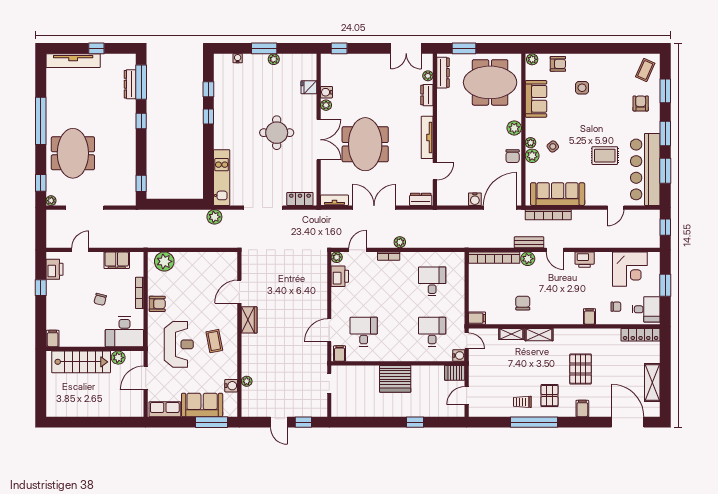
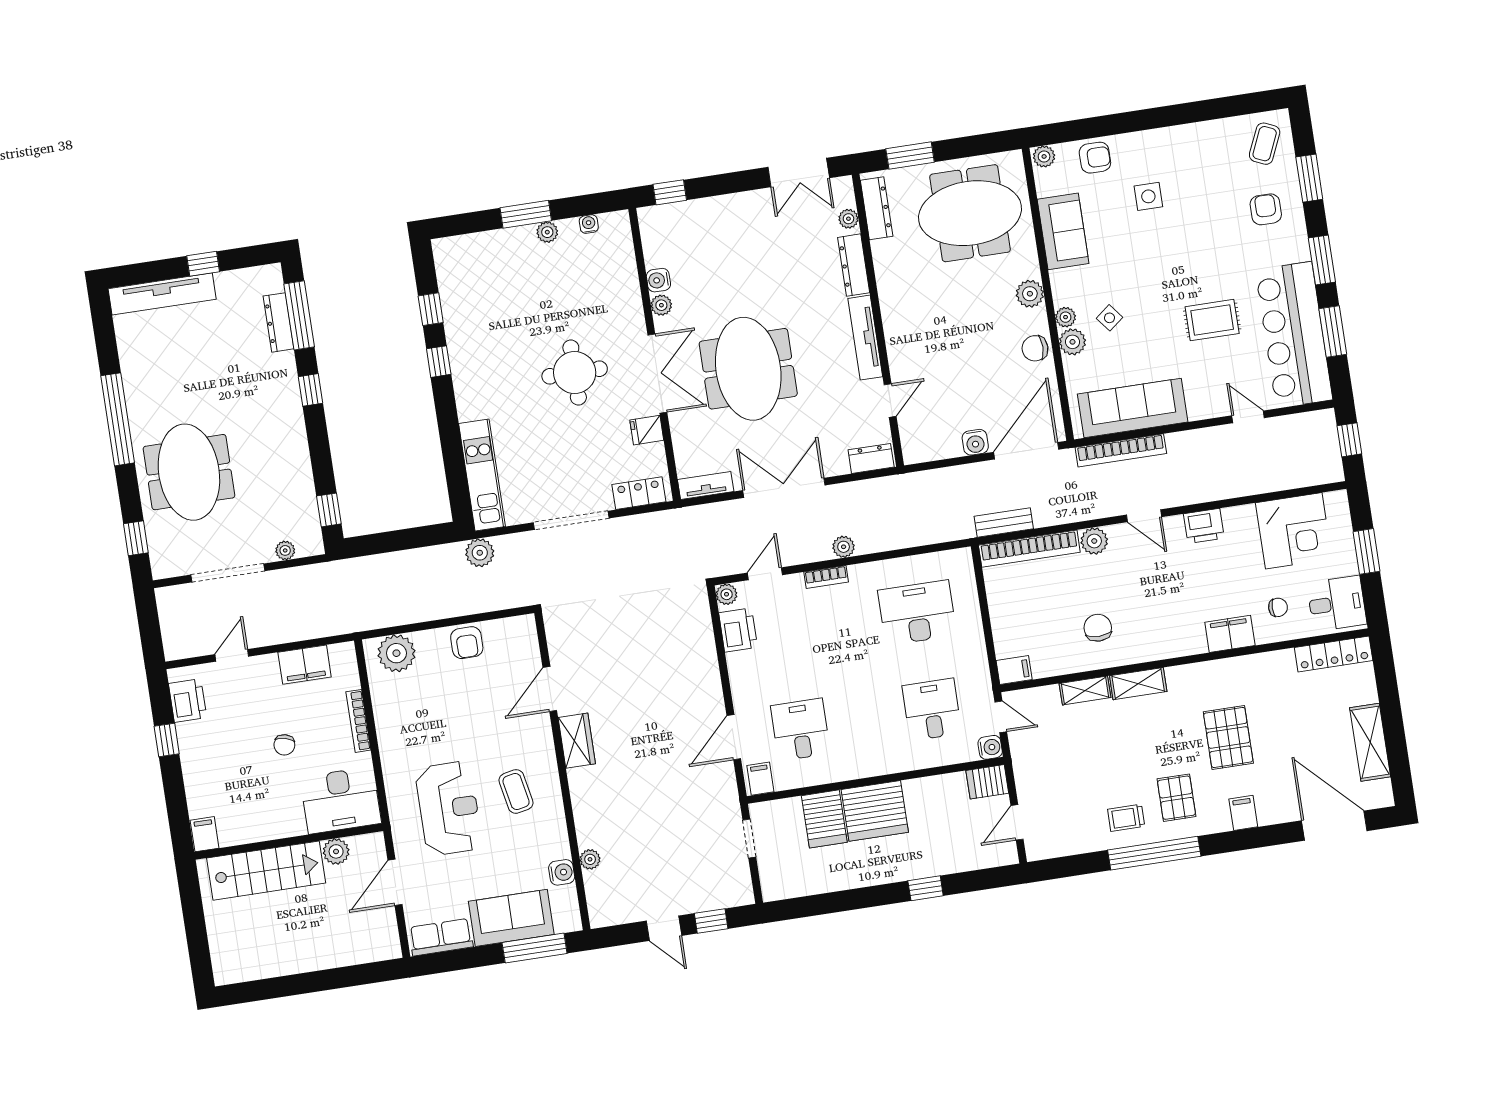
water cooler: (238, 58) -> (589, 224), moved
fridge: (309, 87) -> (647, 430), moved
dresser: (427, 95) -> (854, 265), width x1.44
chair: (513, 156) -> (1035, 348), turned 90
plant: (51, 201) -> (285, 550), moved
door: (616, 208) -> (1248, 417), swing flipped
bench: (529, 242) -> (1004, 522), moved
desk: (432, 281) -> (917, 613), width x1.37
armchair: (157, 304) -> (467, 643), moved, turned 90
filing cabinet: (589, 316) -> (1230, 634), width x2.00
server rack: (369, 379) -> (824, 819), added

